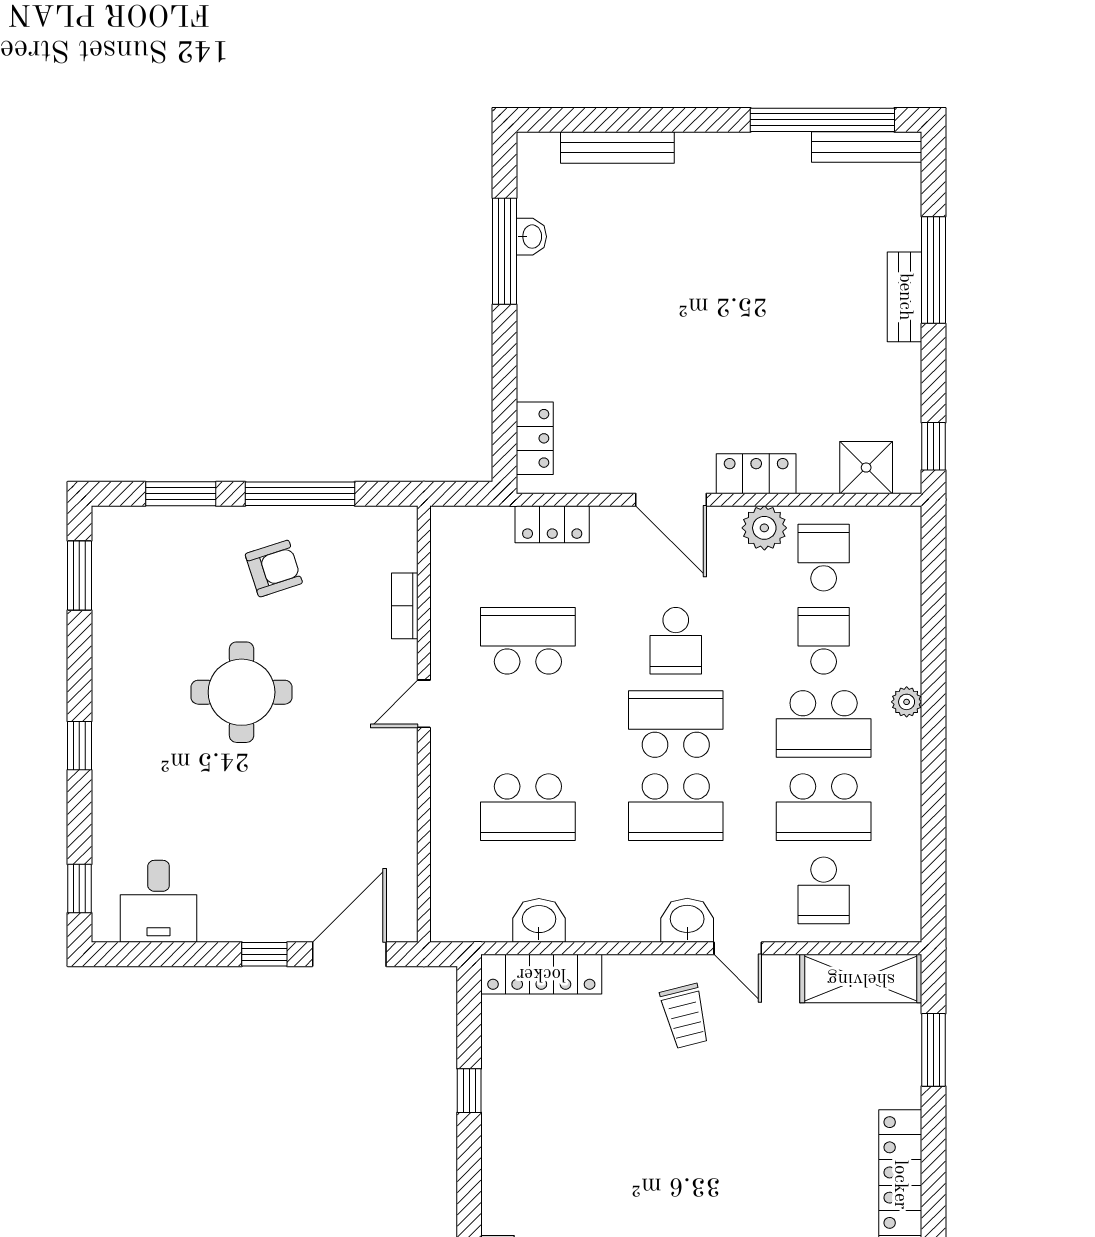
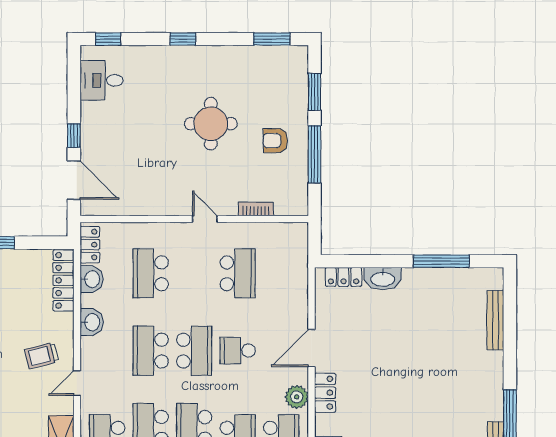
washbasin: (531, 237) -> (383, 279), moved, width x1.91, depth x1.45
locker: (552, 524) -> (90, 245), moved, turned 180
armchair: (274, 569) -> (275, 141), turned 108
washbasin: (687, 920) -> (92, 322), moved

